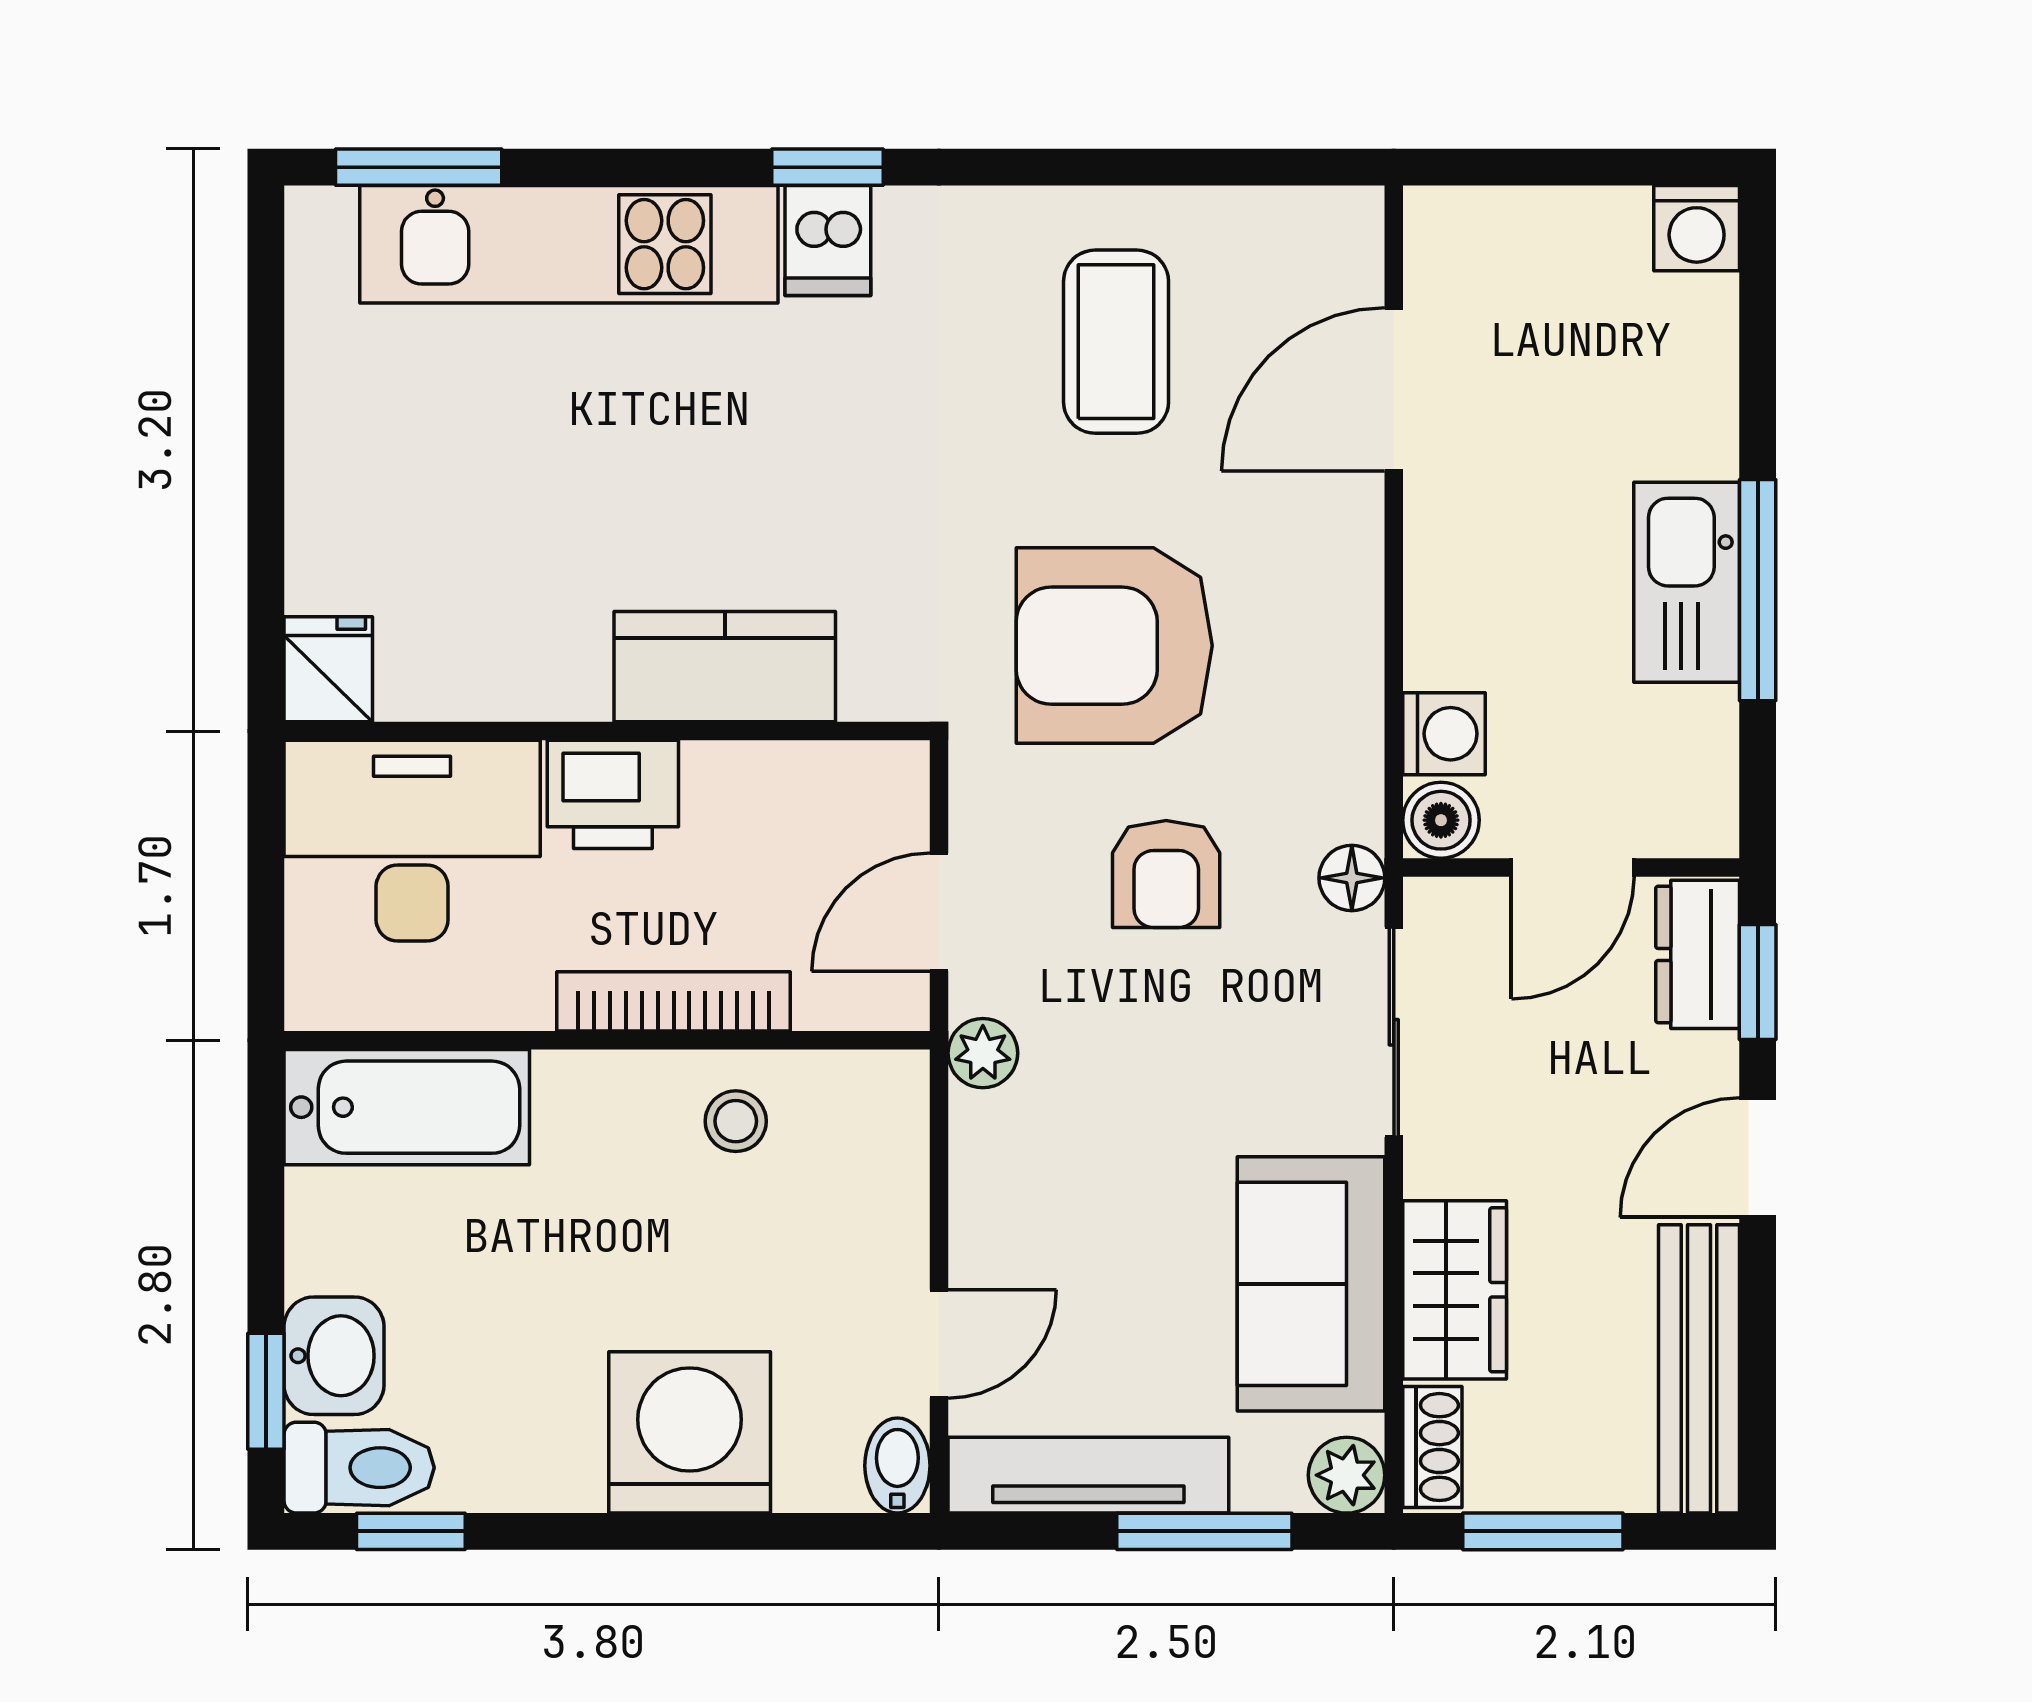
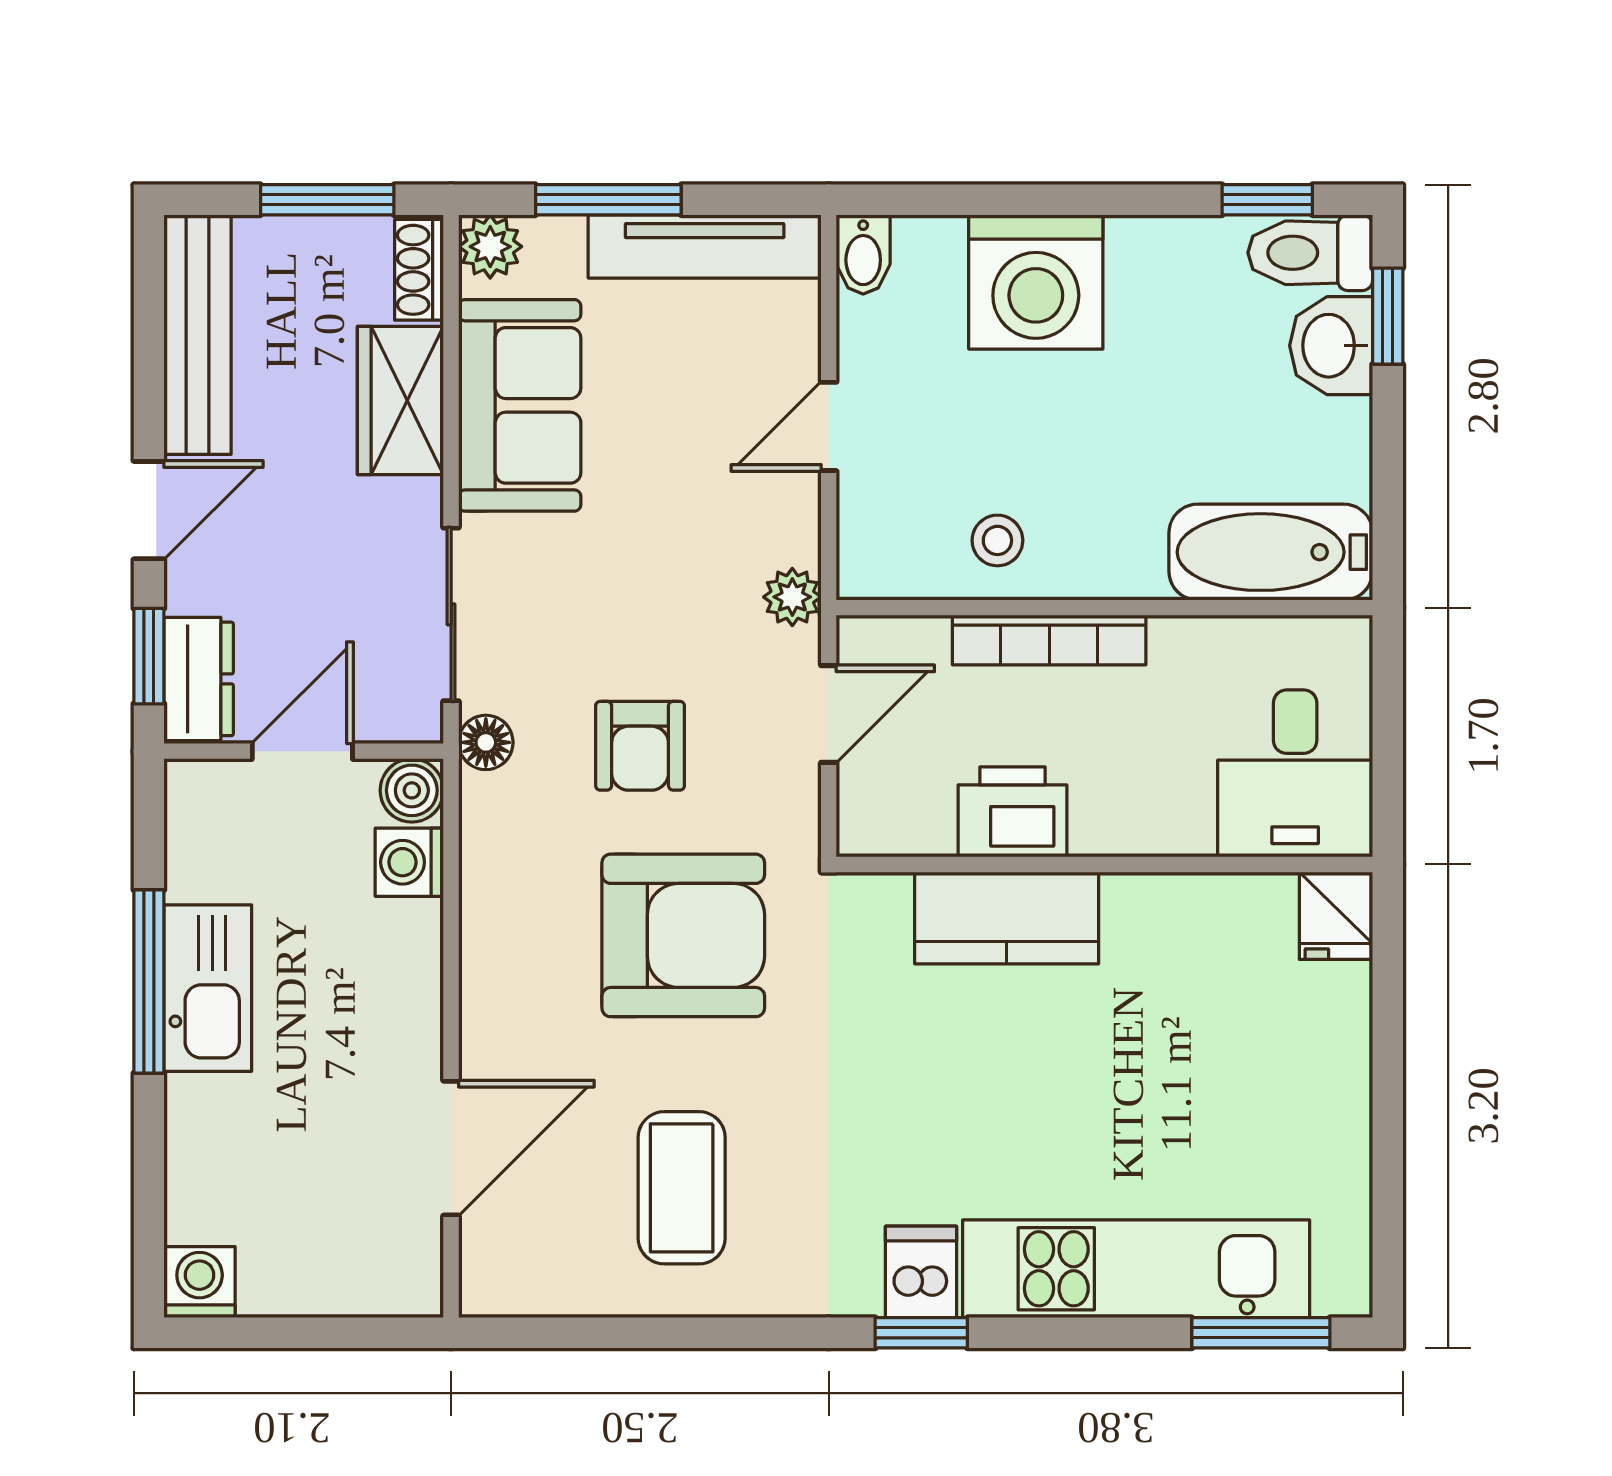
printer: (613, 794) -> (1012, 812), moved
desk: (412, 841) -> (1295, 773), width x0.73
armchair: (1166, 874) -> (640, 746), turned 180
door: (939, 1344) -> (829, 426), moved

